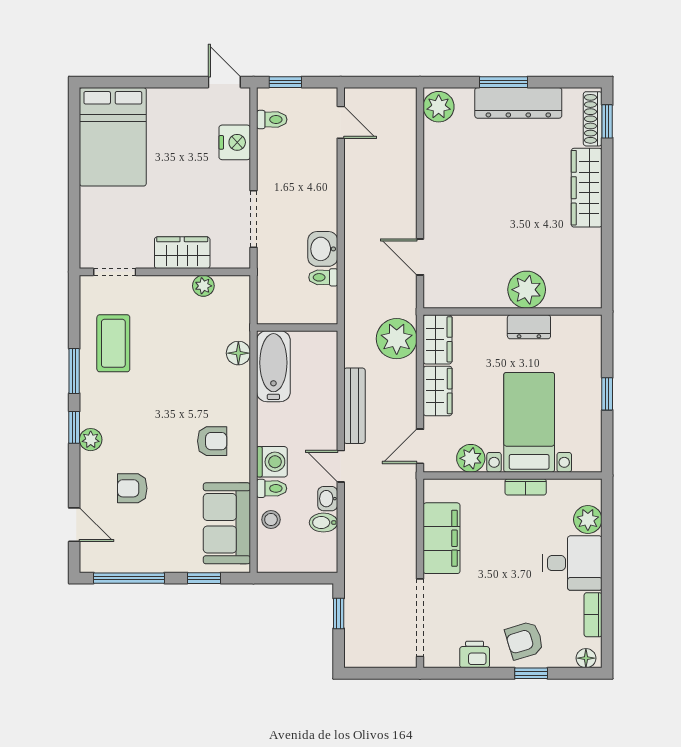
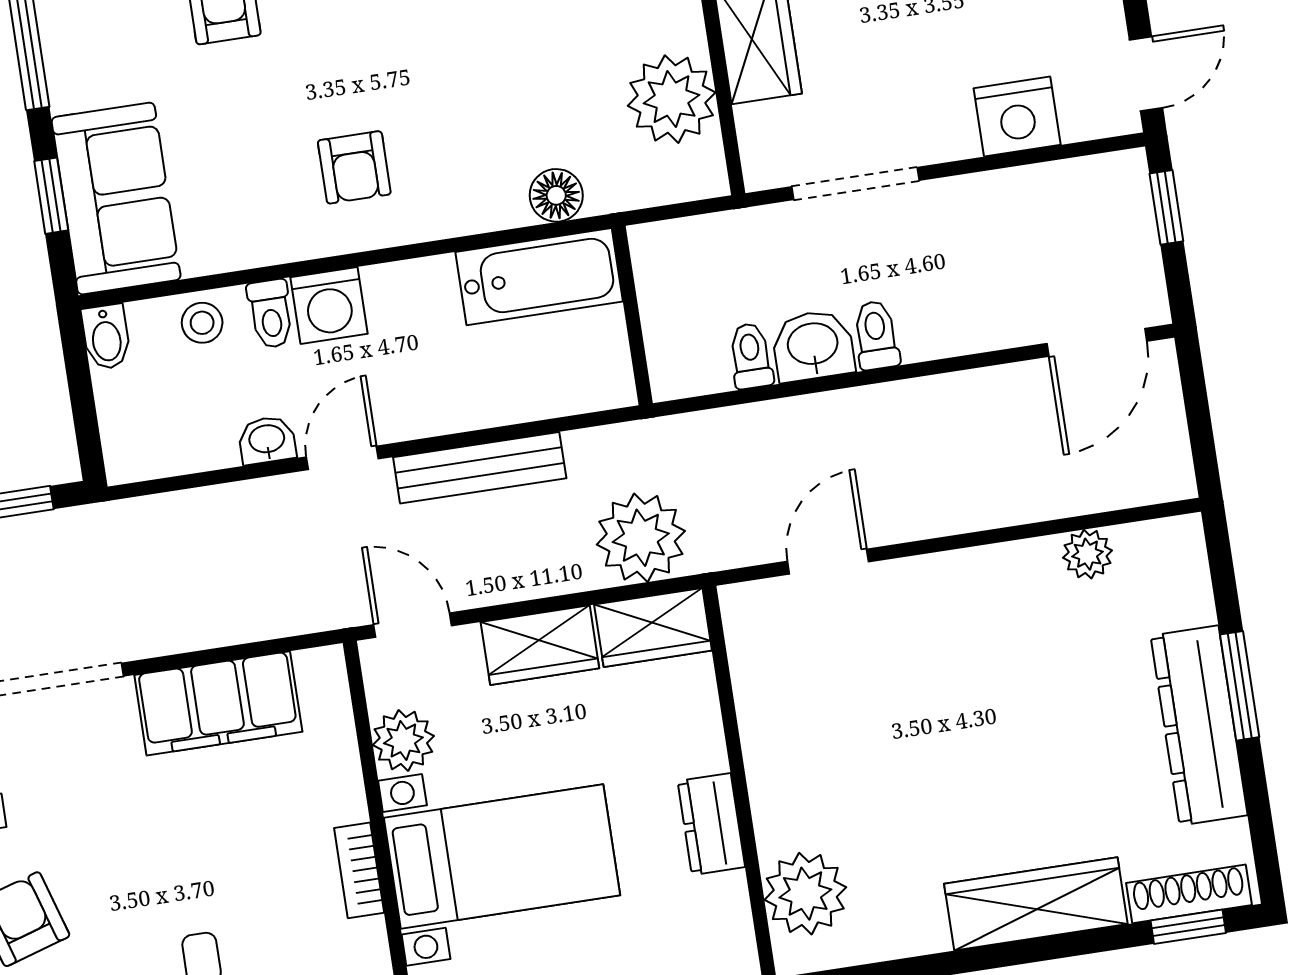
plant: (439, 107) -> (1088, 554), moved, width x0.73, depth x0.73
toilet: (272, 120) -> (876, 335), moved, turned 180
door: (341, 122) -> (1097, 342), width x1.38
plant: (203, 286) -> (672, 99), width x1.88, depth x1.88
plant: (527, 290) -> (805, 894), moved
sofa: (227, 523) -> (116, 199), moved, turned 90
bidet: (323, 523) -> (106, 337), moved, turned 180

